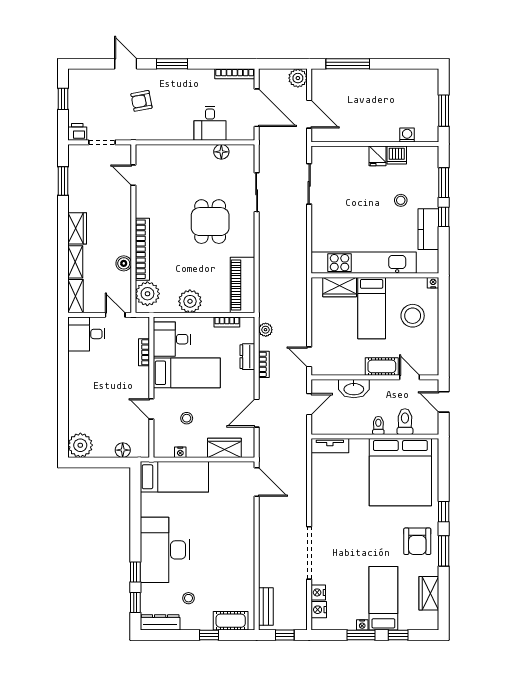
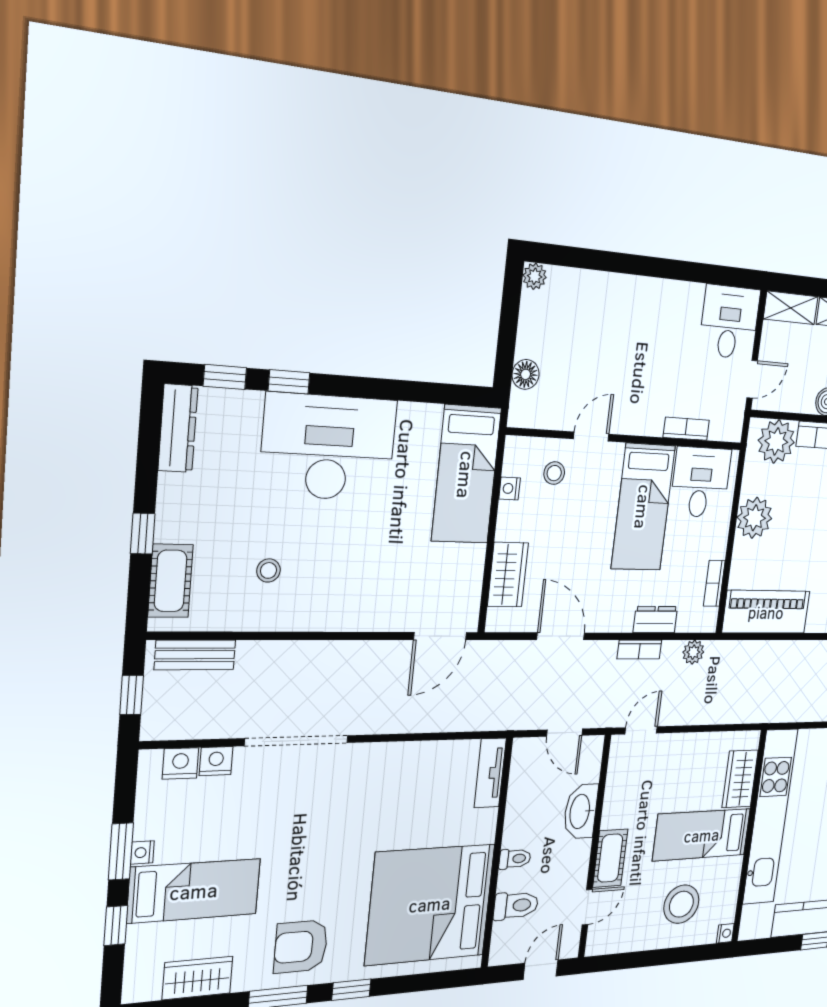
stool: (187, 418) -> (554, 473), moved
plant: (80, 445) -> (535, 276), width x0.53, depth x0.53
stool: (188, 598) -> (268, 570), moved

